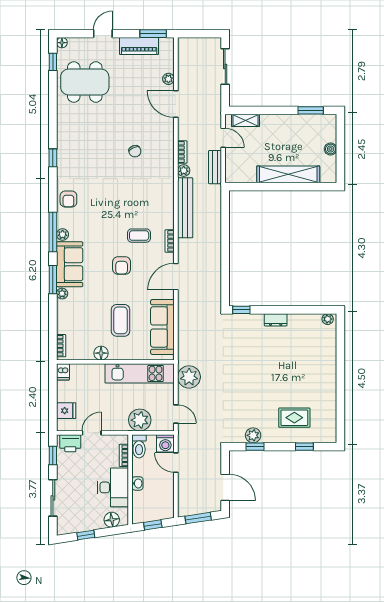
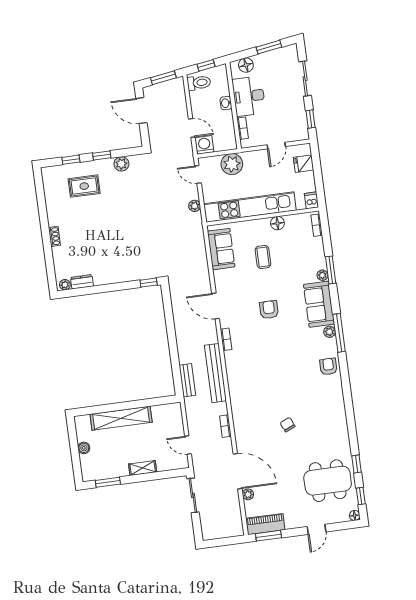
piano: (139, 46) -> (265, 524), moved
sliding door: (225, 67) -> (193, 495), moved
door: (176, 104) -> (238, 471), width x1.36
shelving: (246, 120) -> (143, 468), moved
chair: (135, 151) -> (288, 425), moved
window: (53, 158) -> (356, 464), moved
bench: (215, 167) -> (187, 380), moved
plant: (184, 171) -> (222, 409), removed
coffee table: (139, 236) -> (256, 341), removed
door: (176, 277) -> (216, 306), swing flipped
window: (53, 280) -> (331, 270), moved
coffee table: (121, 320) -> (263, 257), width x0.73, depth x0.77
dresser: (276, 320) -> (82, 282), moved
sofa: (162, 327) -> (221, 249), width x0.73
shoe rack: (332, 370) -> (54, 236), added
kitchen unit: (140, 373) -> (250, 207), width x1.36
plant: (189, 377) -> (195, 206), width x0.53, depth x0.53
printer: (70, 443) -> (295, 133), removed
toilet: (139, 446) -> (199, 83), moved, turned 90
window: (255, 447) -> (102, 156), moved
window: (86, 535) -> (269, 47), width x1.50

